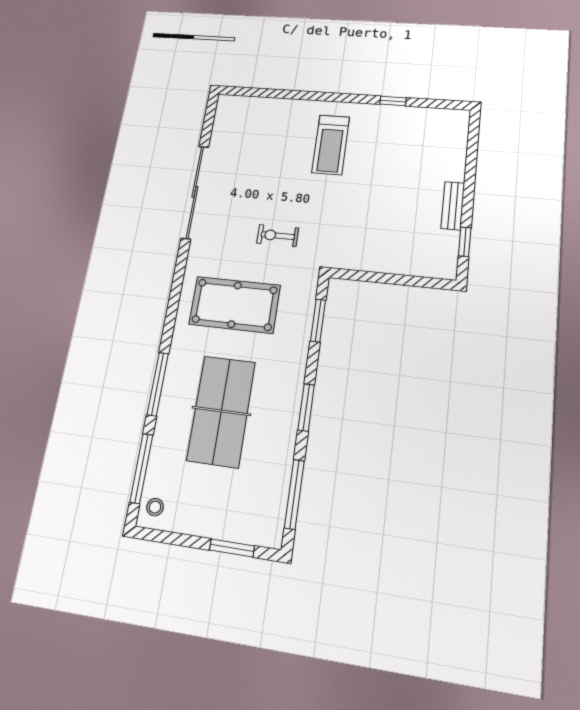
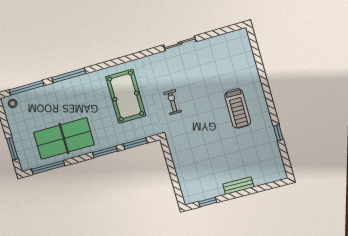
treadmill: (331, 145) -> (238, 108), turned -90
sliding door: (195, 192) -> (180, 43), width x0.54
bench: (453, 206) -> (238, 186), moved
window: (306, 407) -> (105, 152), moved
table tennis table: (221, 411) -> (64, 139), moved

